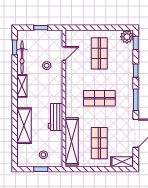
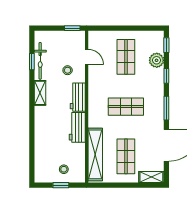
window: (41, 28) -> (72, 28), moved
plant: (127, 37) -> (157, 60), moved
window: (15, 47) -> (32, 62), moved
door: (64, 54) -> (87, 57), hinge flipped
workbench: (56, 90) -> (78, 97), added
shelving: (24, 126) -> (42, 137), removed

